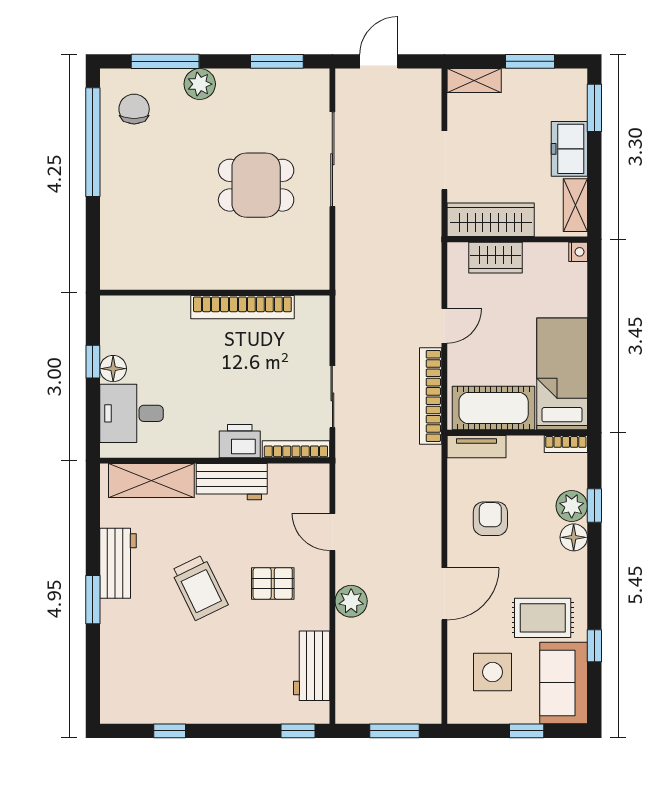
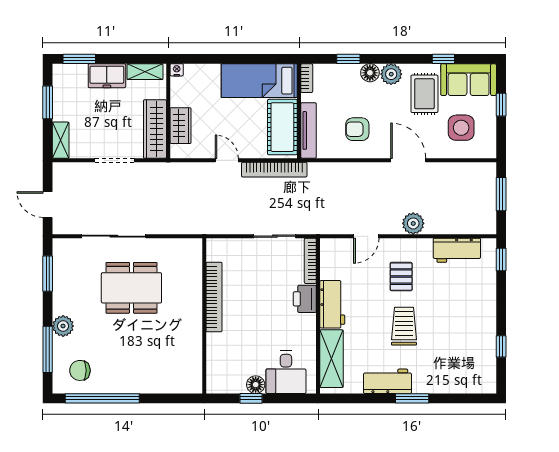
dining table: (256, 185) -> (131, 288), width x1.38
tv unit: (476, 447) -> (309, 130), width x1.41
plant: (572, 506) -> (391, 74), moved
trolley: (199, 588) -> (404, 326), turned -64

